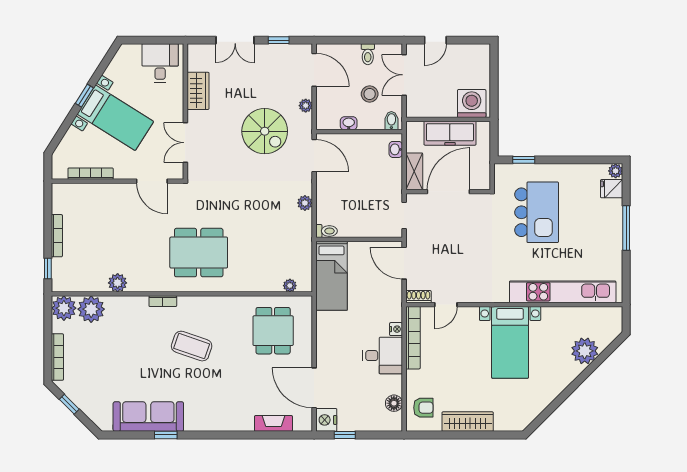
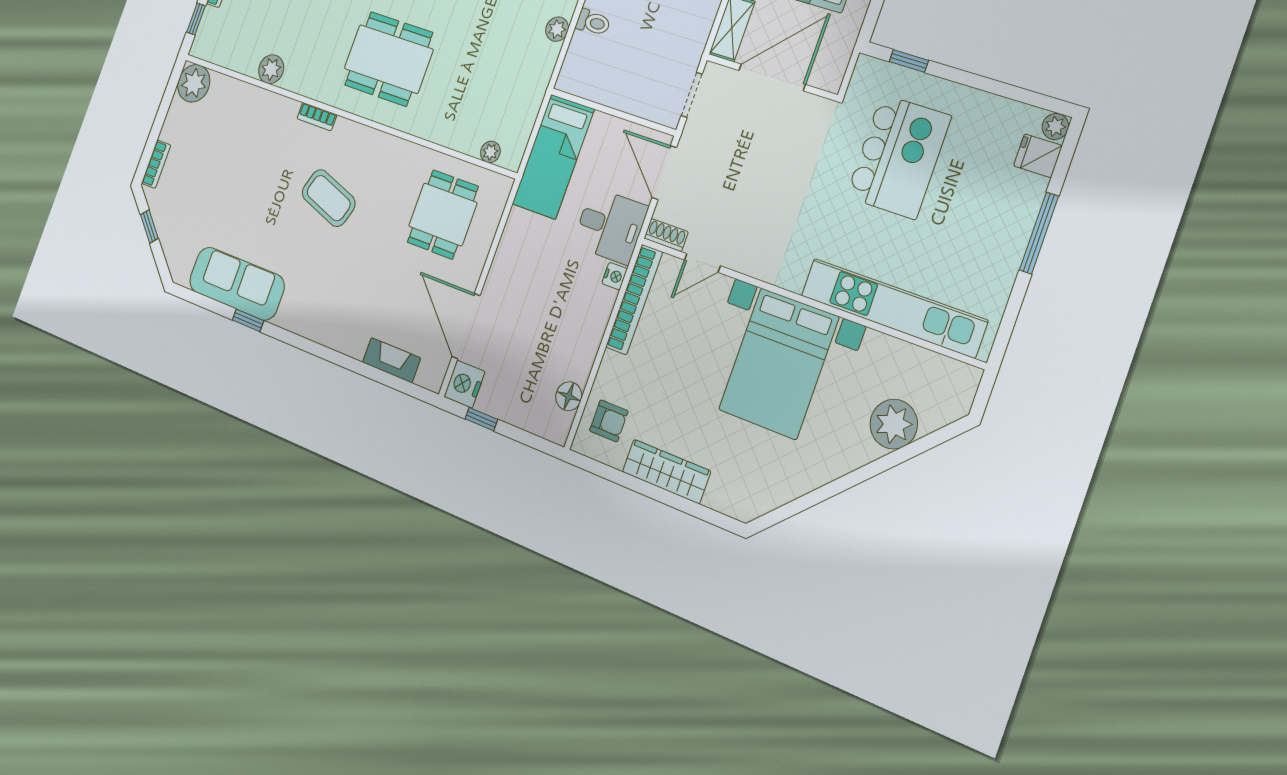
toilet: (327, 231) -> (593, 22), moved
plant: (91, 309) -> (225, 97), removed
bed with nightstands: (510, 342) -> (779, 363), width x1.36
desk: (382, 356) -> (610, 226), moved
bookcase: (57, 357) -> (156, 164), width x0.64

